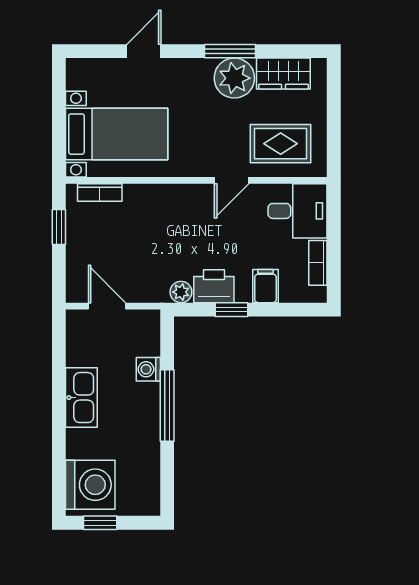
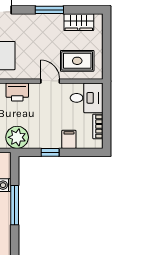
plant: (234, 78) -> (52, 25), removed
door: (232, 180) -> (50, 81), swing flipped
printer: (214, 286) -> (17, 92), moved, turned 180
plant: (181, 292) -> (17, 137), width x1.88, depth x1.88

